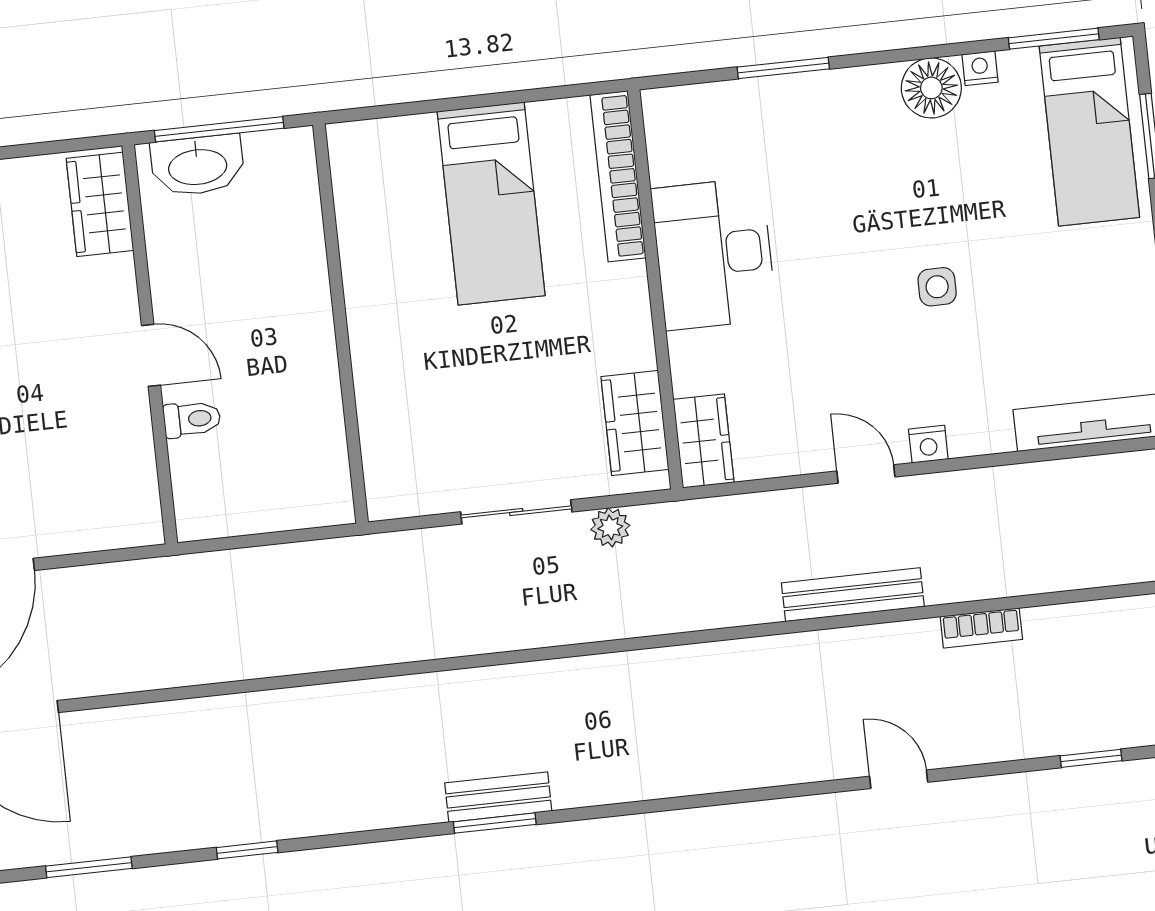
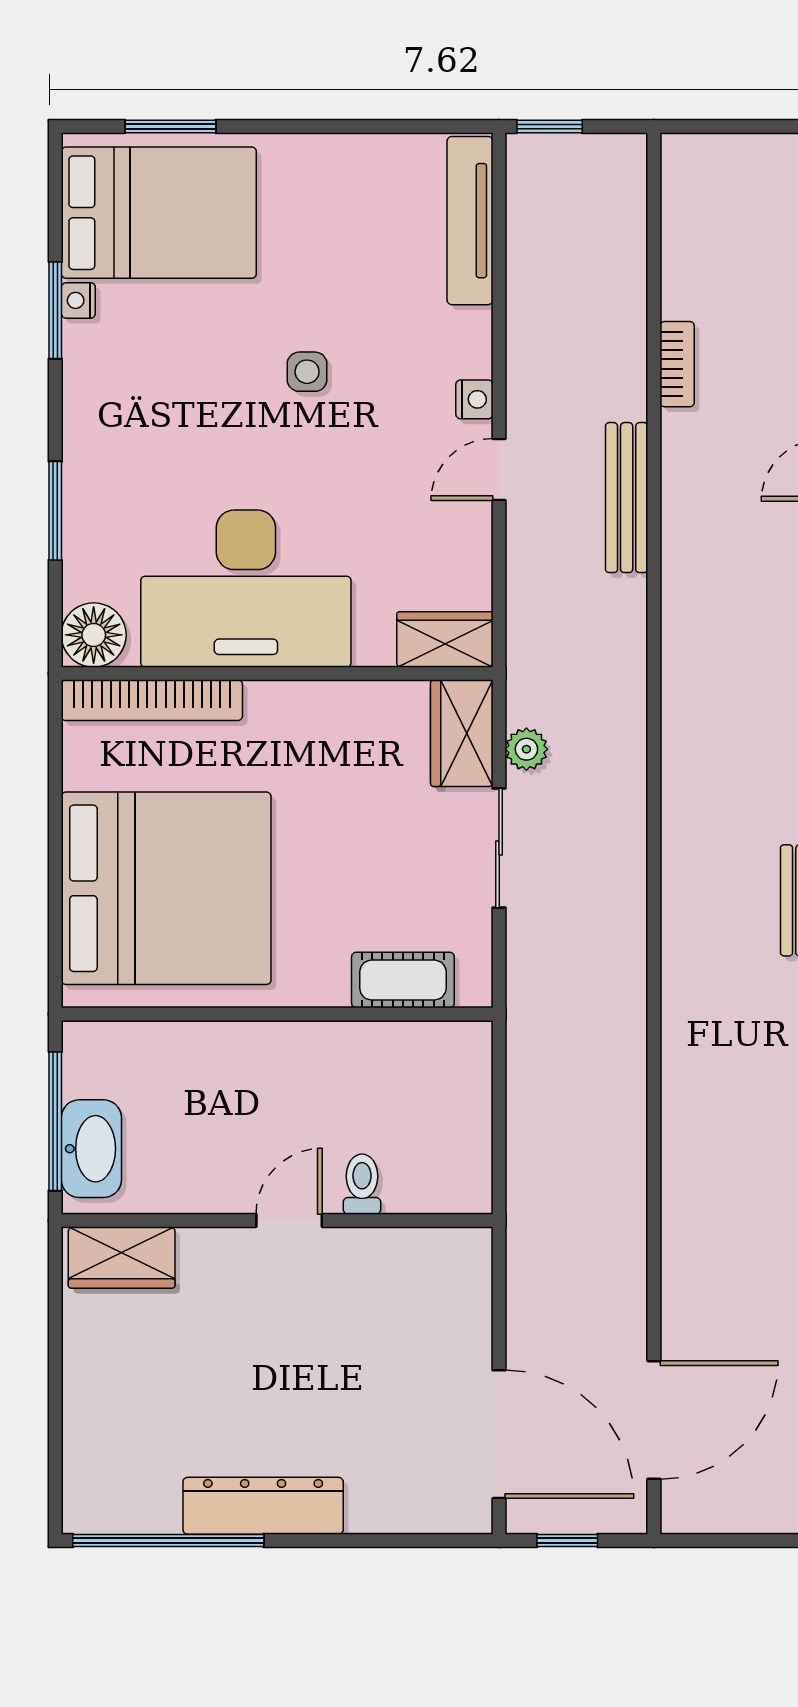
window: (1054, 39) -> (55, 310), moved
floor lamp: (931, 88) -> (94, 635), moved
bed: (1089, 132) -> (159, 213), width x1.50
bed: (491, 203) -> (166, 888), width x2.04
desk: (714, 254) -> (246, 589), width x1.36, depth x1.30
wardrobe: (635, 423) -> (462, 733), moved, turned 90
cot: (385, 436) -> (403, 980), added

